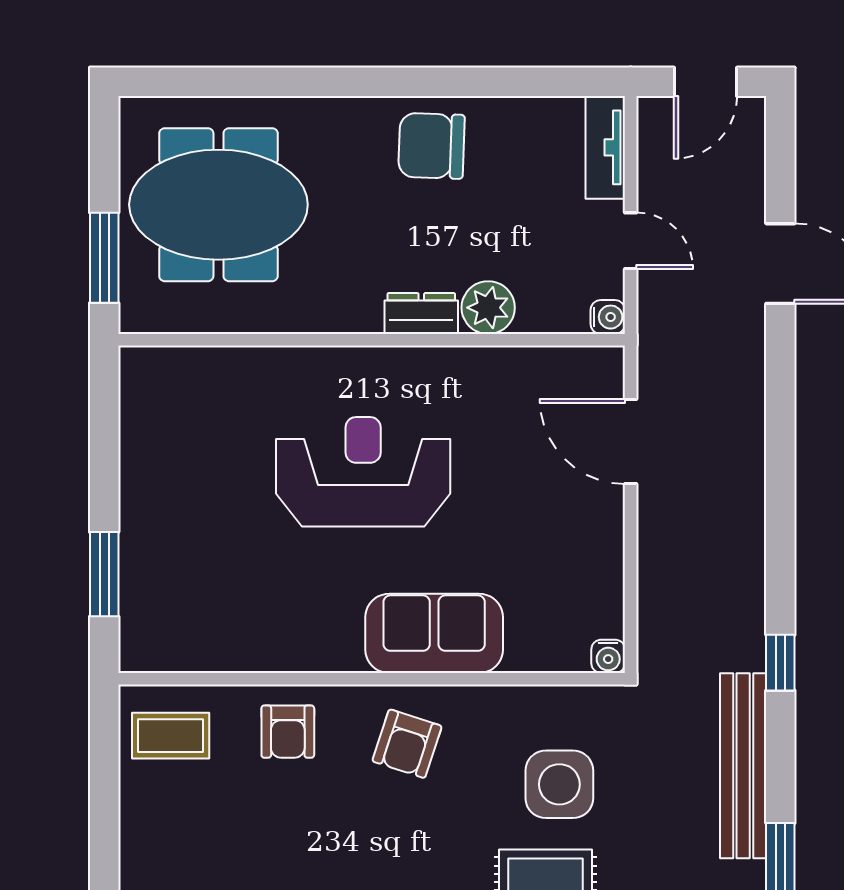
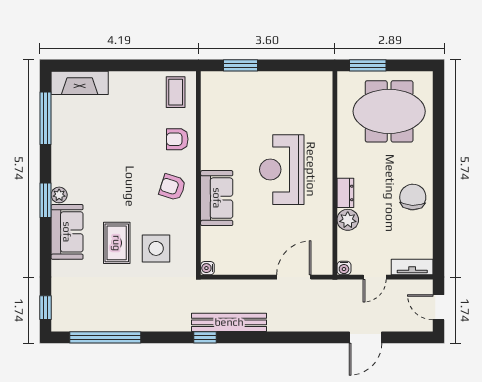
meeting table: (218, 205) -> (389, 111), turned 90
reception desk: (363, 472) -> (282, 170), turned 180
bench: (743, 766) -> (229, 322), moved

